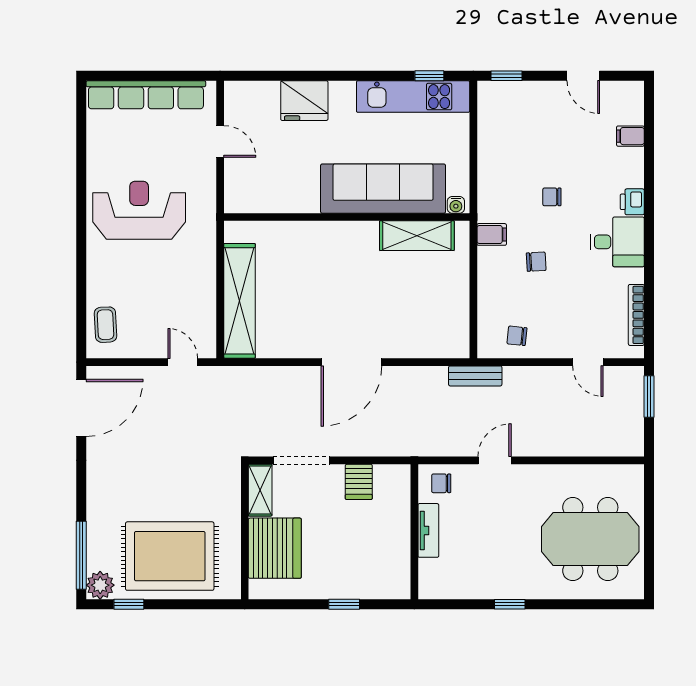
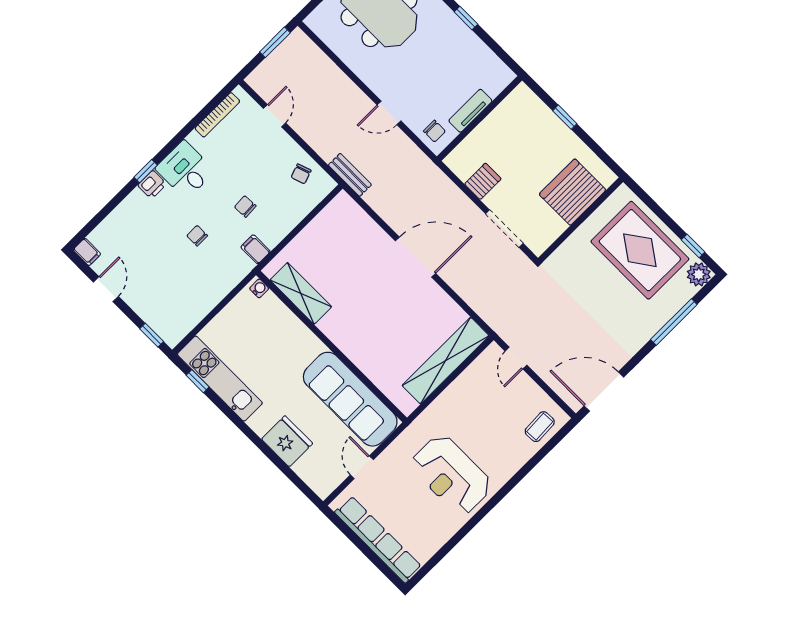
filing cabinet: (630, 136) -> (87, 252), moved
sofa: (383, 189) -> (350, 399), moved
chair: (552, 197) -> (197, 236), turned 180
window: (649, 208) -> (146, 171), added
chair: (517, 336) -> (301, 174), turned 65
window: (649, 397) -> (275, 42), moved
shelving: (260, 490) -> (547, 236), removed
window: (81, 555) -> (674, 322), moved

